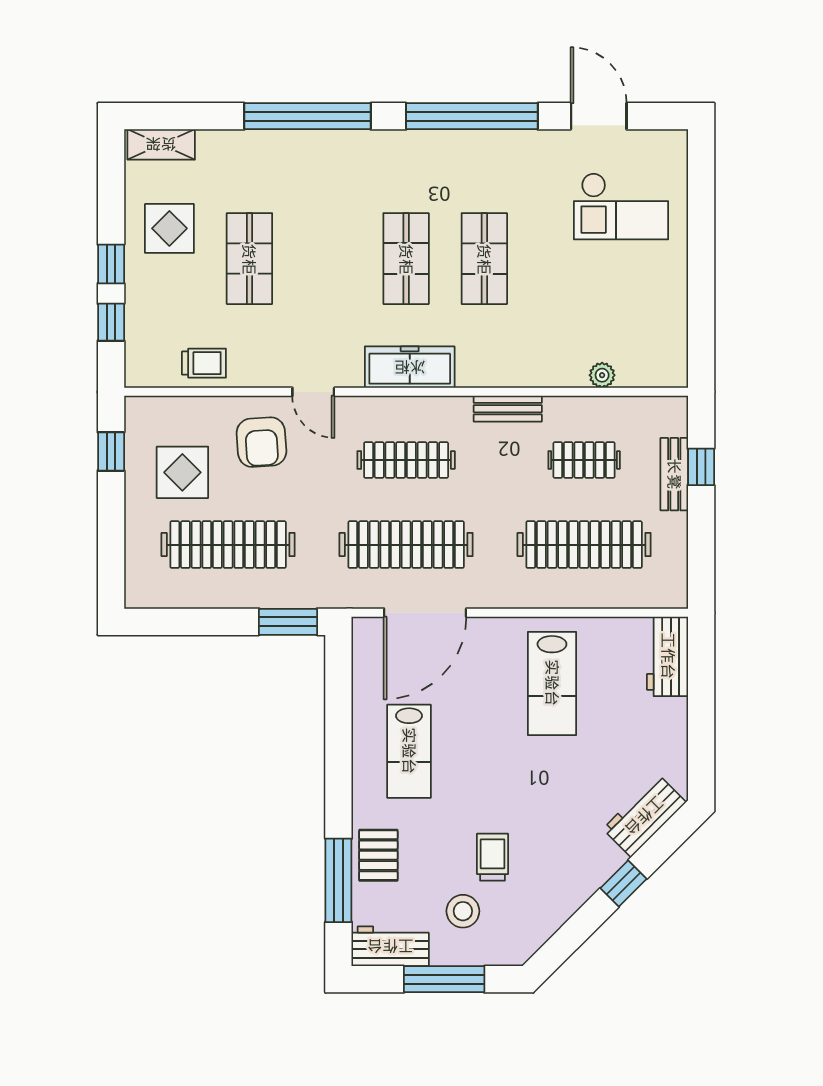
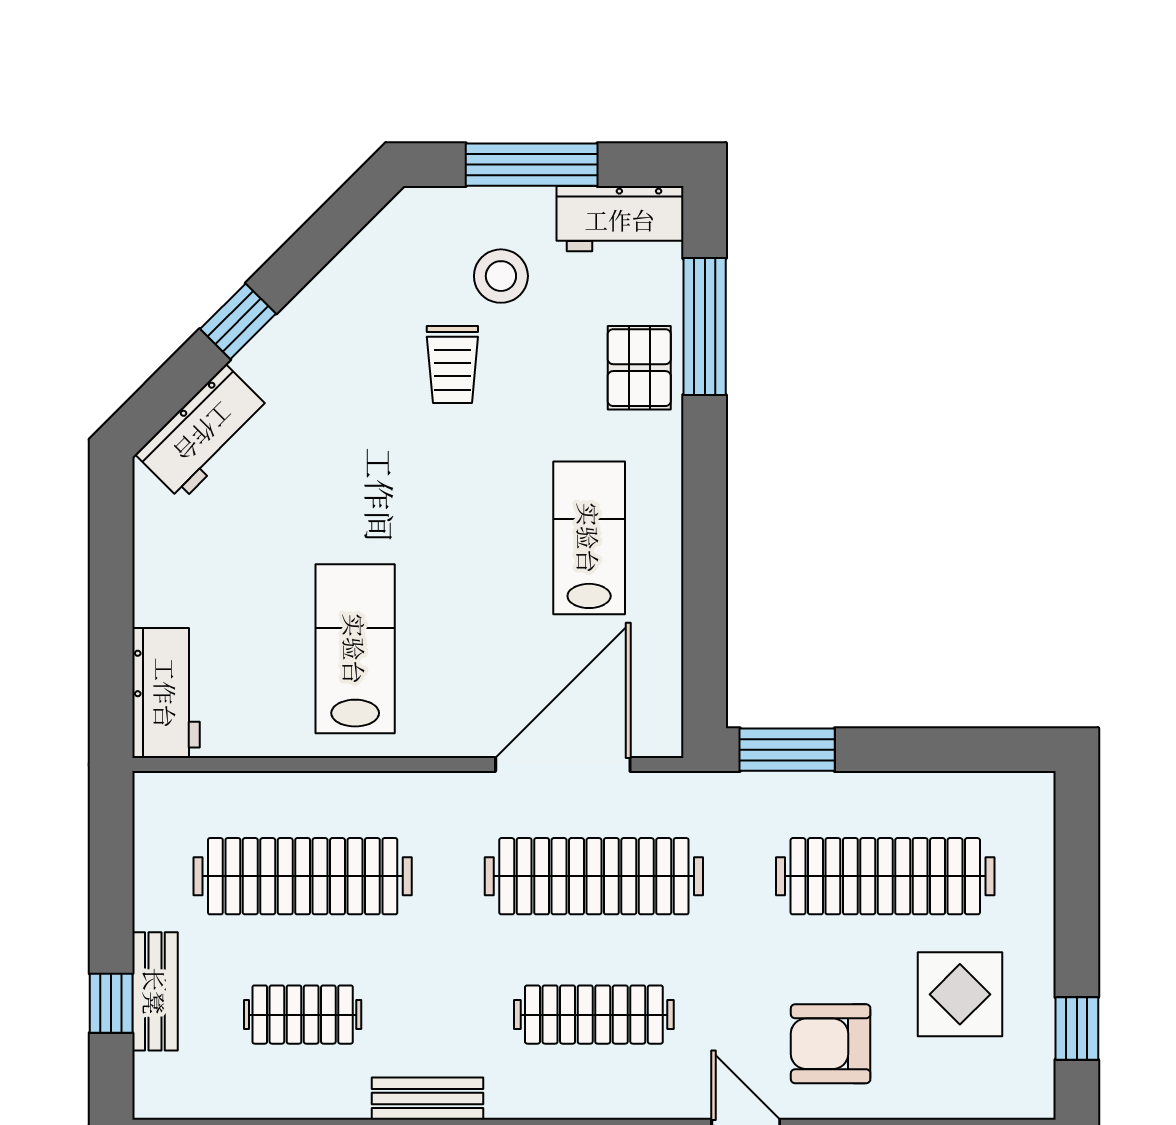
armchair: (261, 442) -> (831, 1044), turned -86

